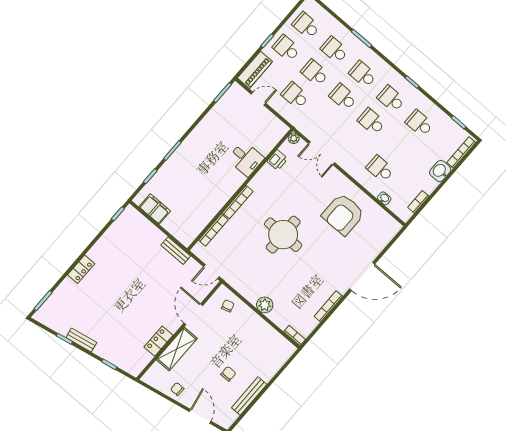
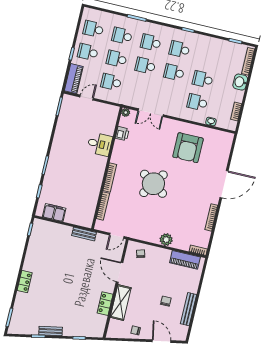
school desk: (419, 123) -> (203, 79), moved
round table: (283, 235) -> (153, 184), turned 34
piano: (274, 339) -> (185, 260), added

